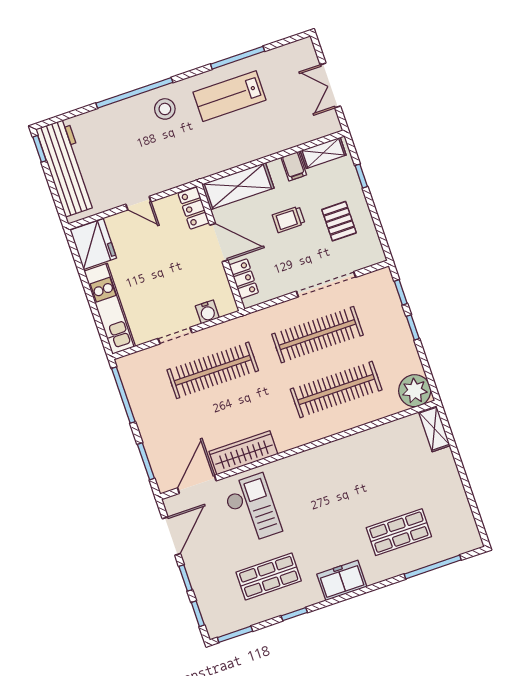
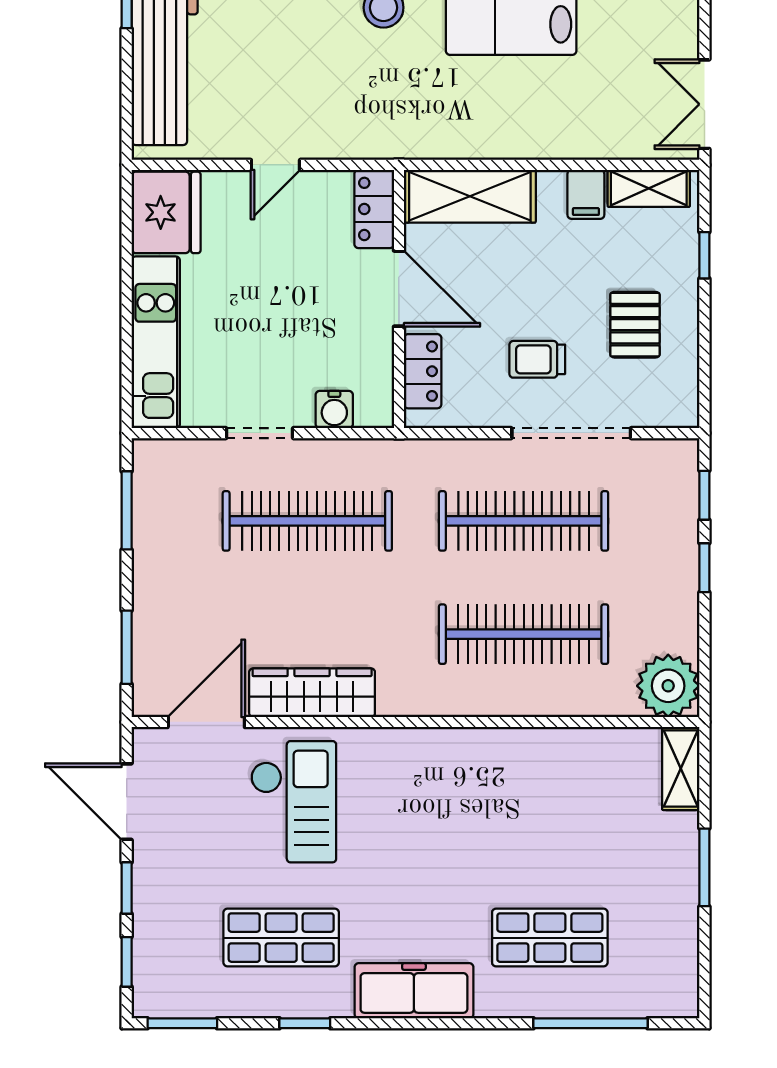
double door: (330, 85) -> (704, 104), moved
door: (138, 203) -> (275, 165), hinge flipped
trolley: (289, 219) -> (537, 359), moved
window: (123, 395) -> (127, 510), width x0.69
window: (462, 473) -> (704, 867), added
door: (171, 536) -> (127, 802), swing flipped
freezer: (342, 580) -> (414, 991), width x1.40

